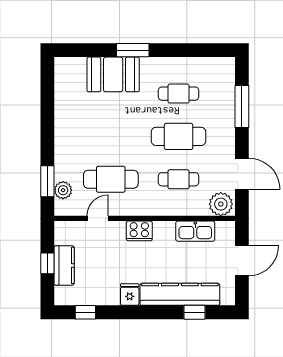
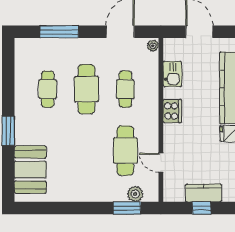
booth: (113, 74) -> (30, 170), moved
plant: (221, 204) -> (153, 46), width x0.53, depth x0.53
cooker: (139, 231) -> (172, 111), moved
kitchen sink: (195, 231) -> (172, 74), width x0.73

